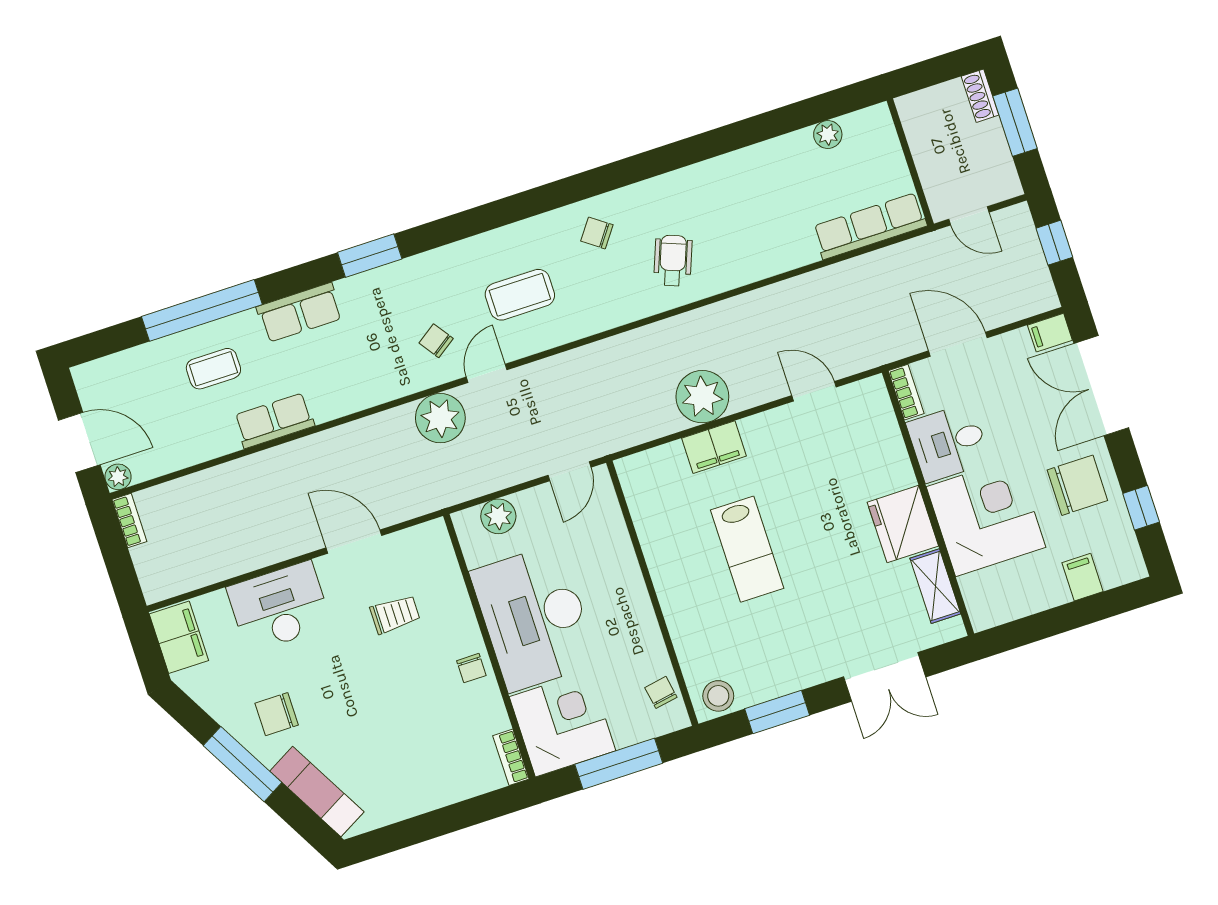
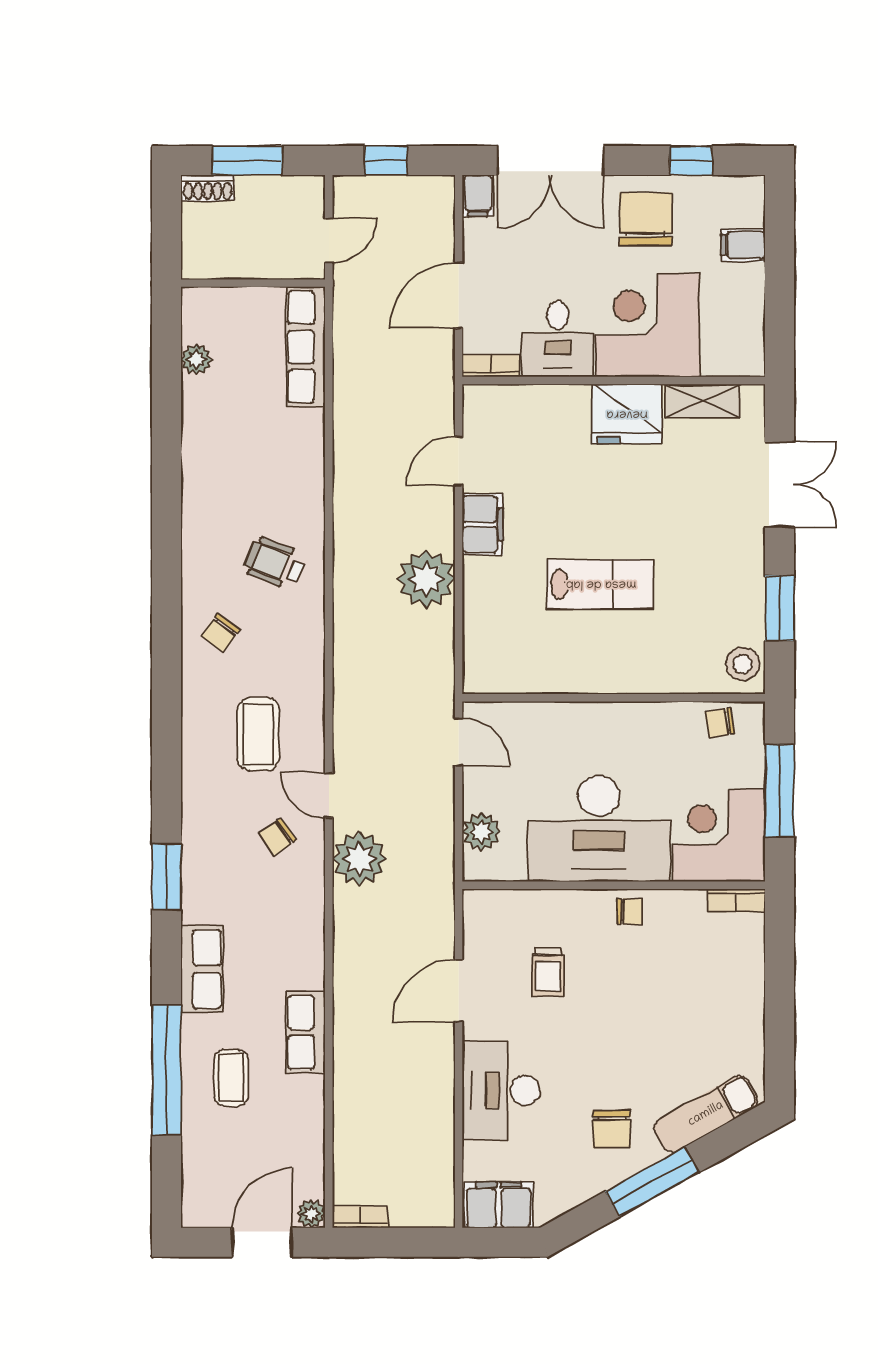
filing cabinet: (714, 447) -> (483, 524), moved
trolley: (395, 614) -> (548, 972), turned 180

